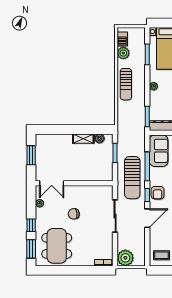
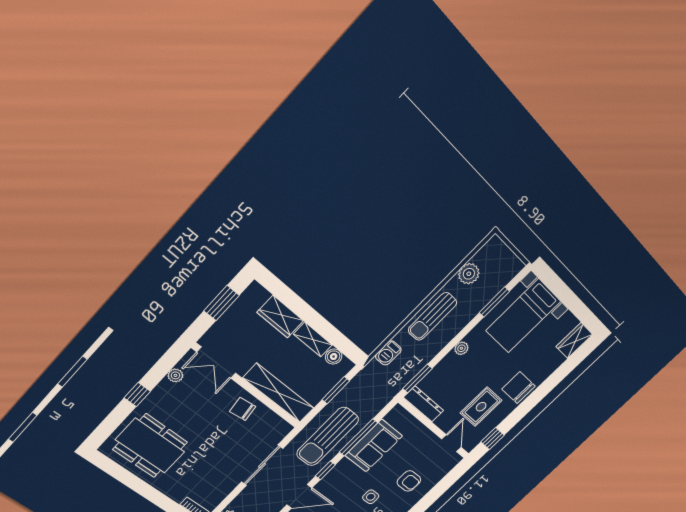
barbecue: (122, 39) -> (388, 353), moved
wardrobe: (60, 140) -> (280, 317), added
sofa: (159, 151) -> (374, 446), moved
shelving: (91, 175) -> (279, 393), added
armchair: (158, 193) -> (340, 477), removed
chair: (74, 214) -> (243, 409), moved
dining table: (57, 246) -> (150, 446), turned 90
window: (31, 249) -> (110, 424), removed

